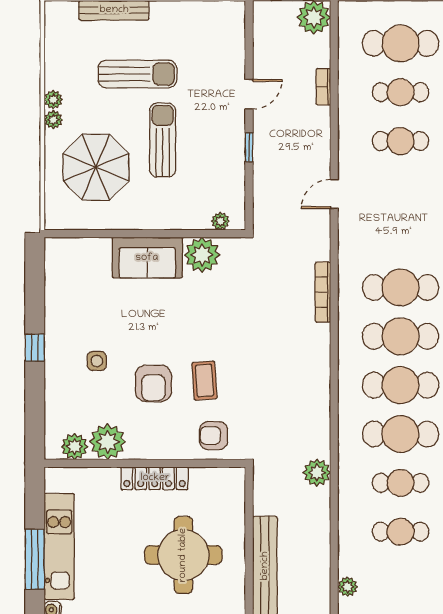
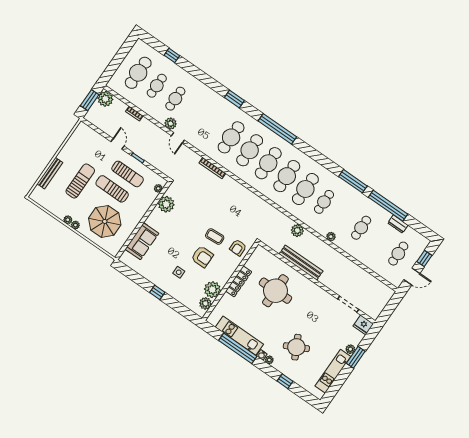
sun lounger: (208, 149) -> (128, 174), added
plant: (351, 163) -> (171, 123), added
sofa: (147, 258) -> (142, 241), moved
plant: (317, 473) -> (297, 230), moved
cafe table: (400, 483) -> (305, 189), width x1.37, depth x1.35
window: (35, 559) -> (238, 348), width x1.46

